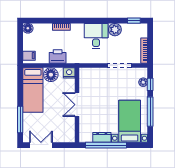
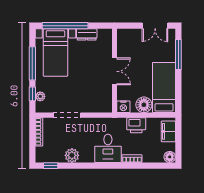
desk: (96, 36) -> (108, 148), moved
filing cabinet: (29, 56) -> (168, 131), width x2.00
window: (106, 145) -> (65, 26), moved

